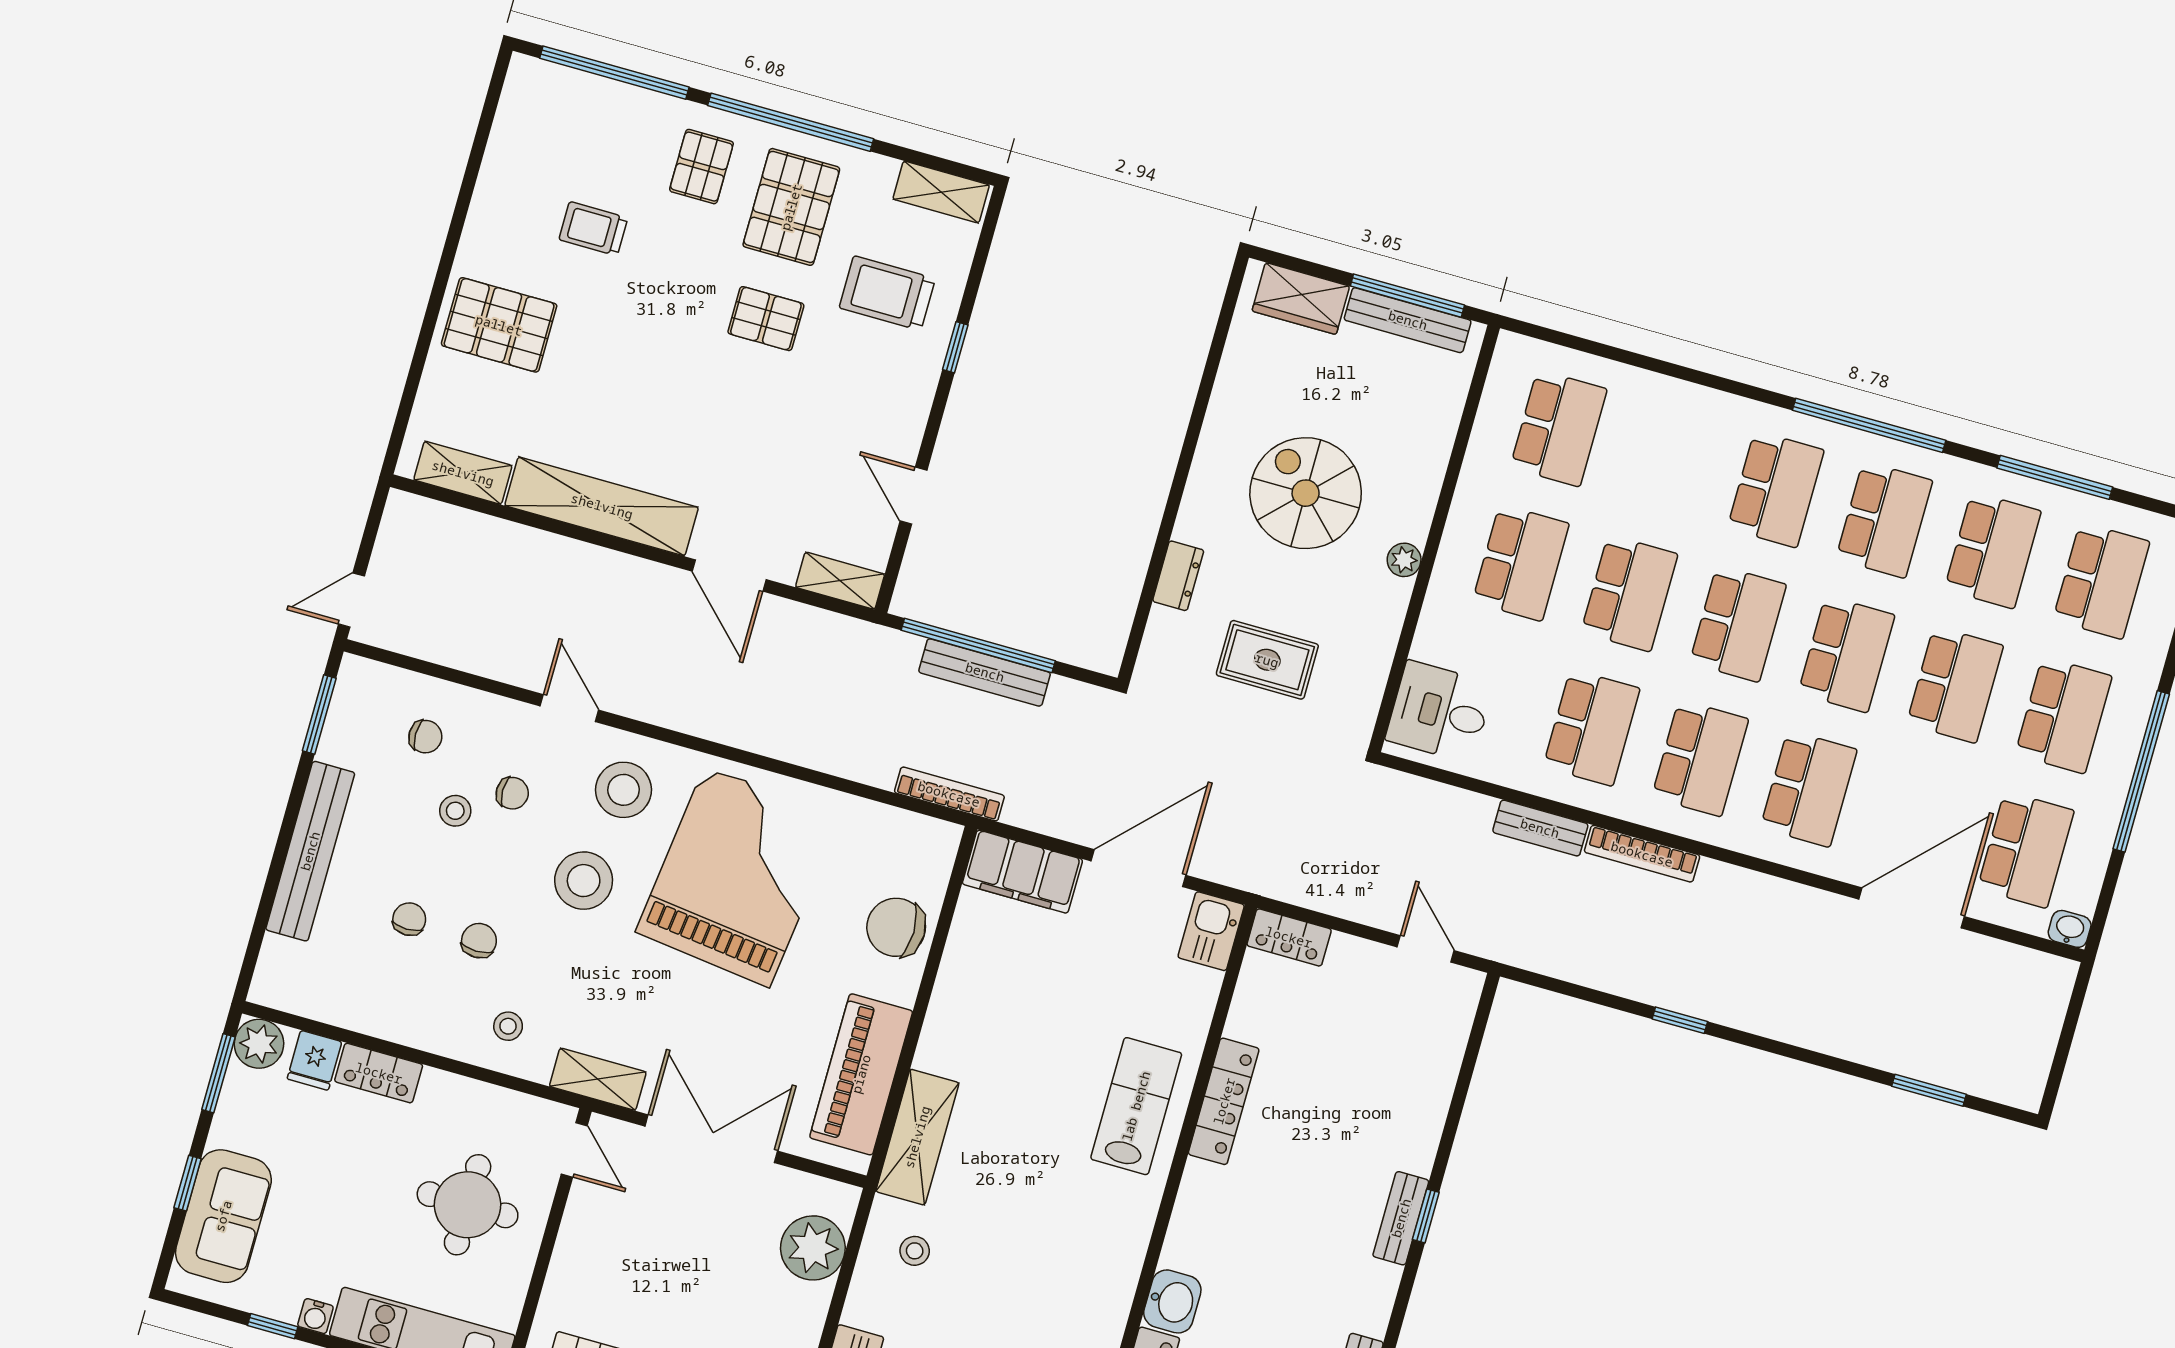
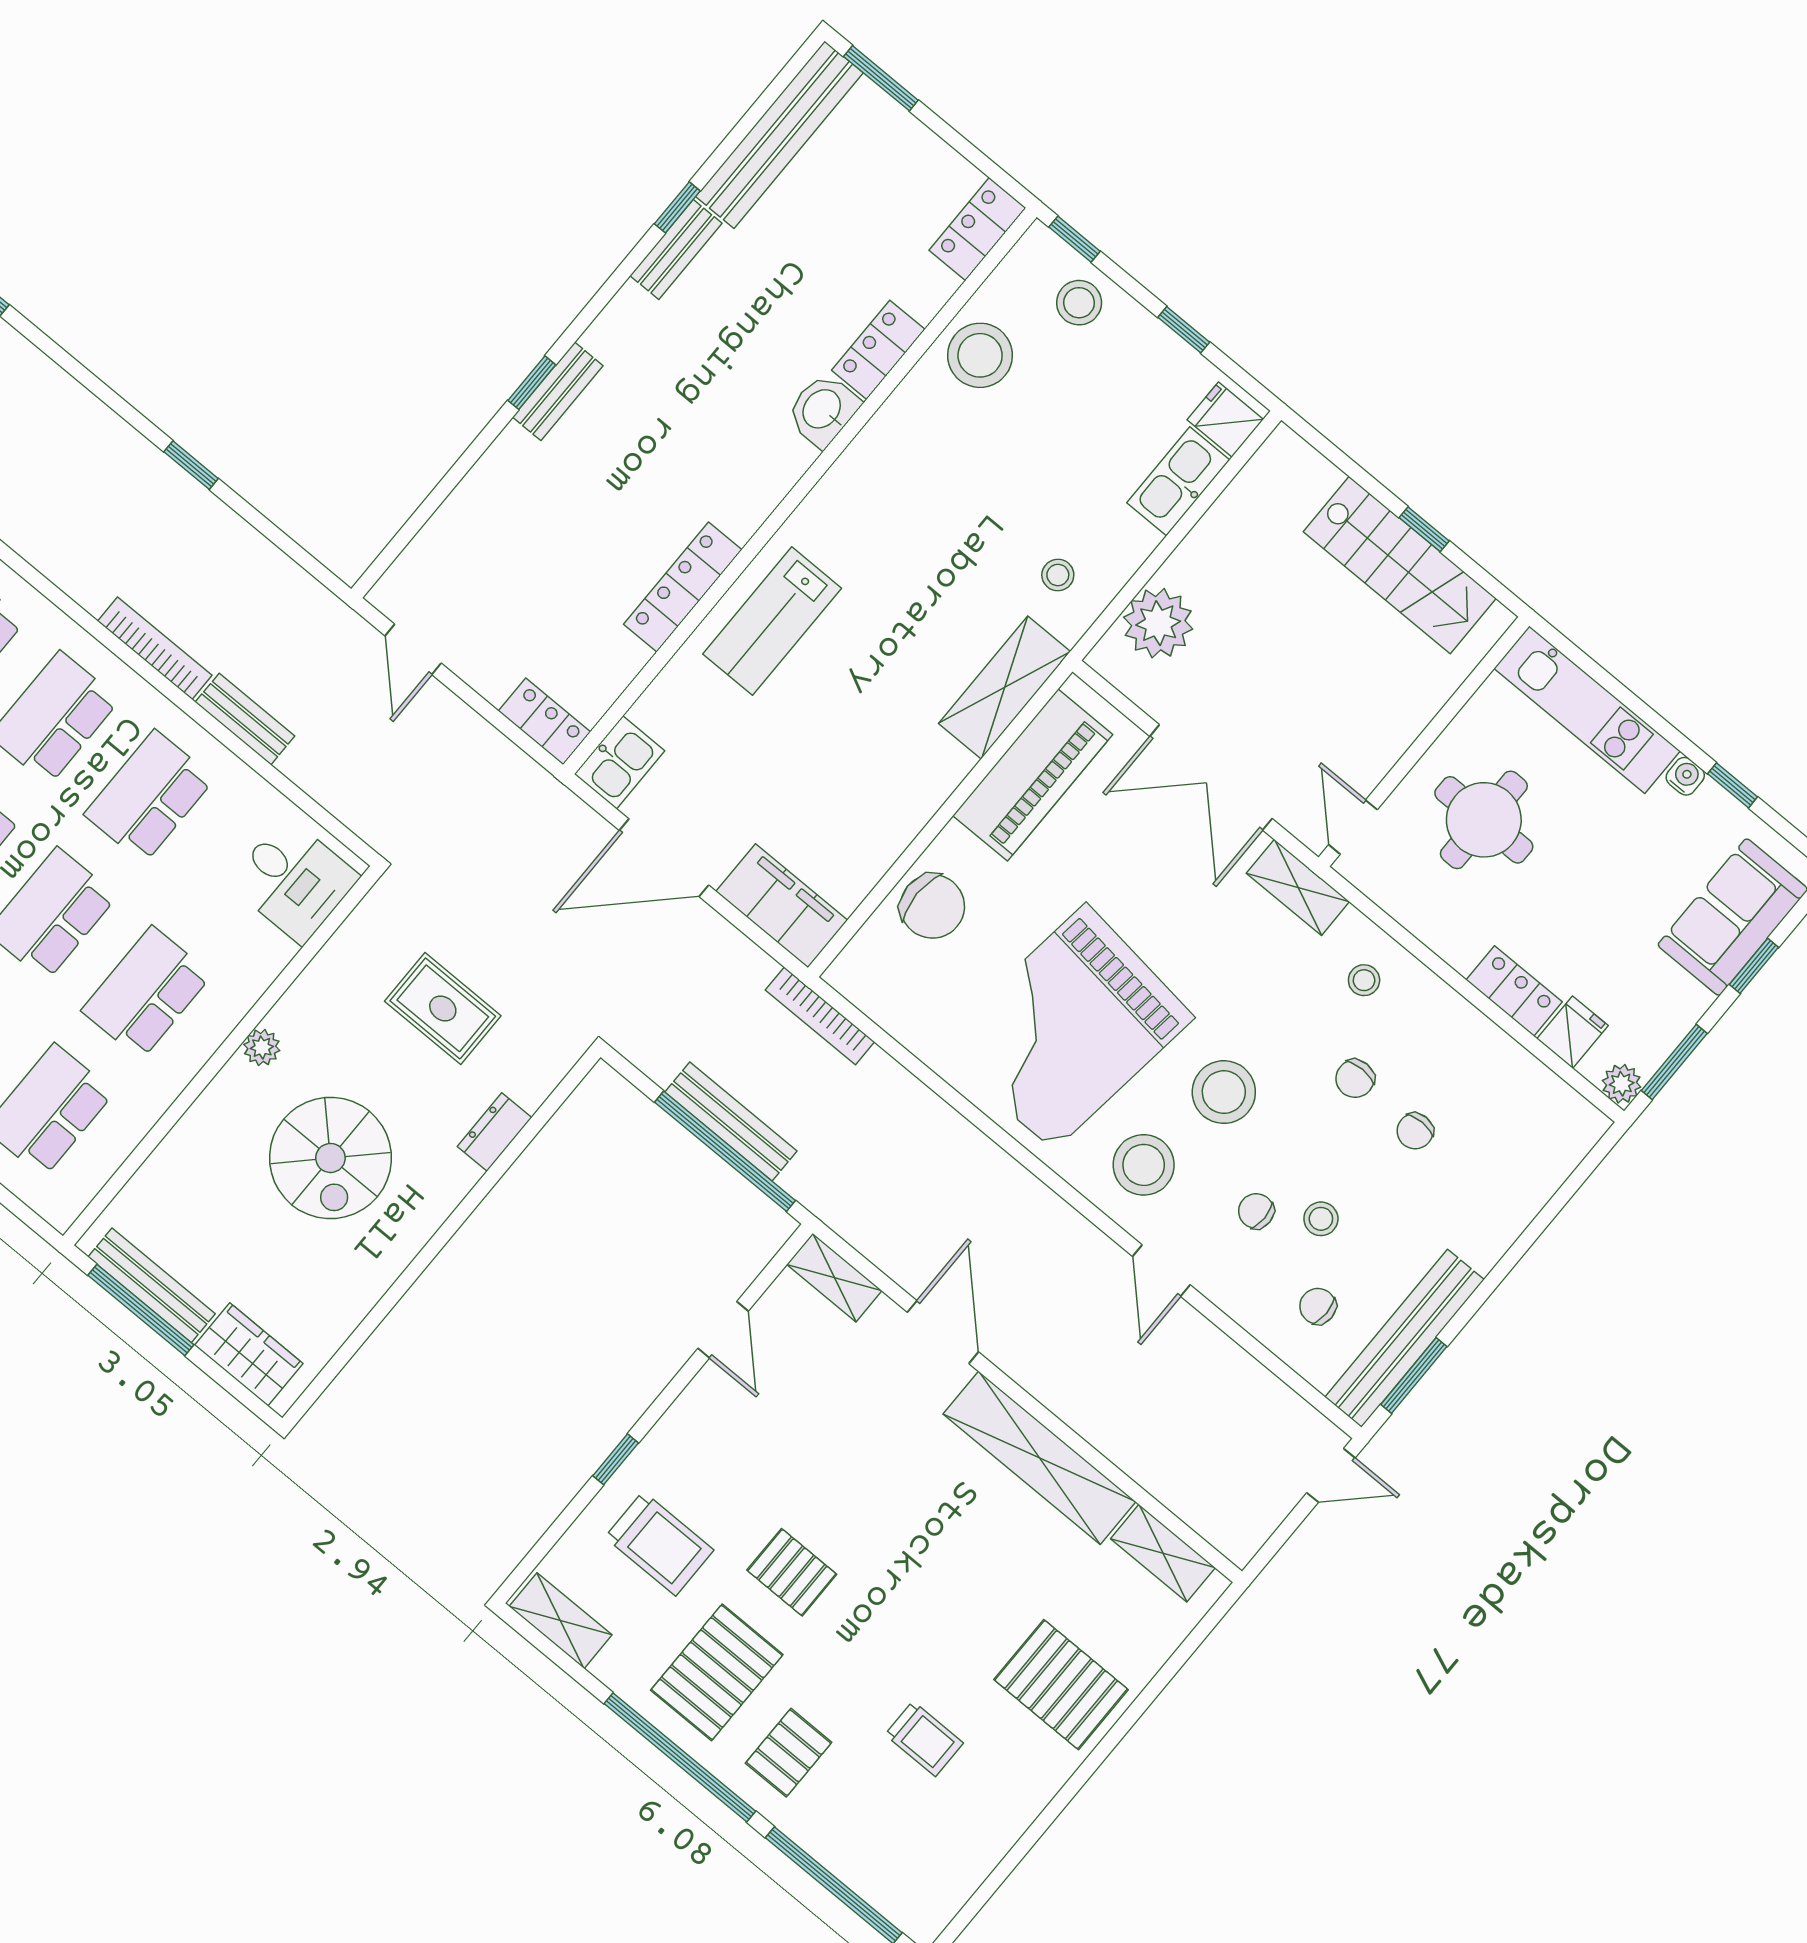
bench: (310, 851) -> (1404, 1338), moved
plant: (259, 1044) -> (1622, 1084), width x0.73, depth x0.73

